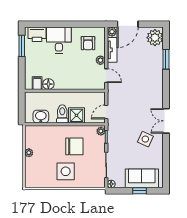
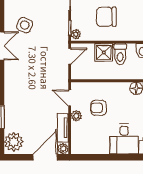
armchair: (88, 43) -> (99, 108), moved, turned -90

